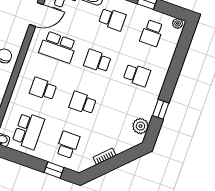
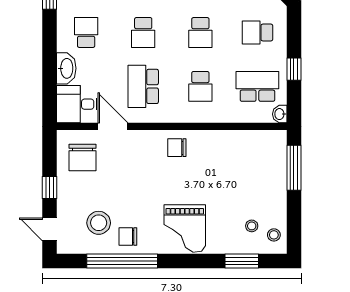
school desk: (58, 47) -> (143, 86), turned 180
window: (54, 170) -> (294, 69), moved

